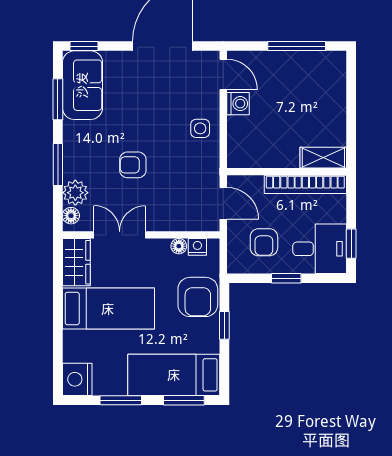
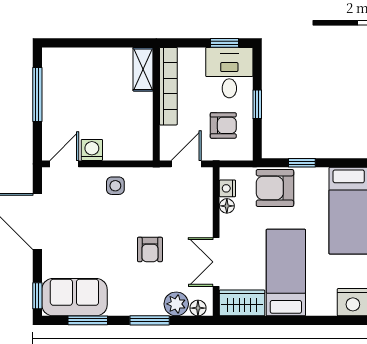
armchair: (198, 297) -> (275, 188), turned 180

